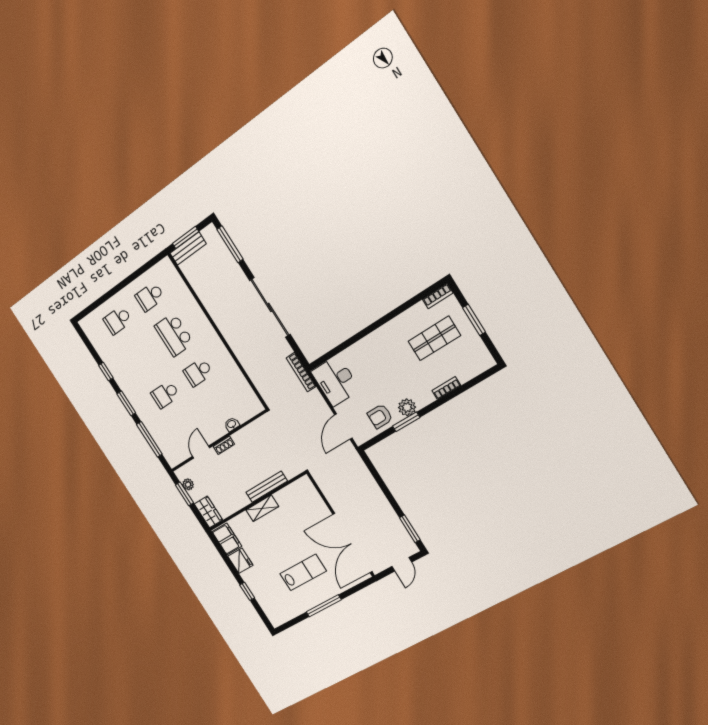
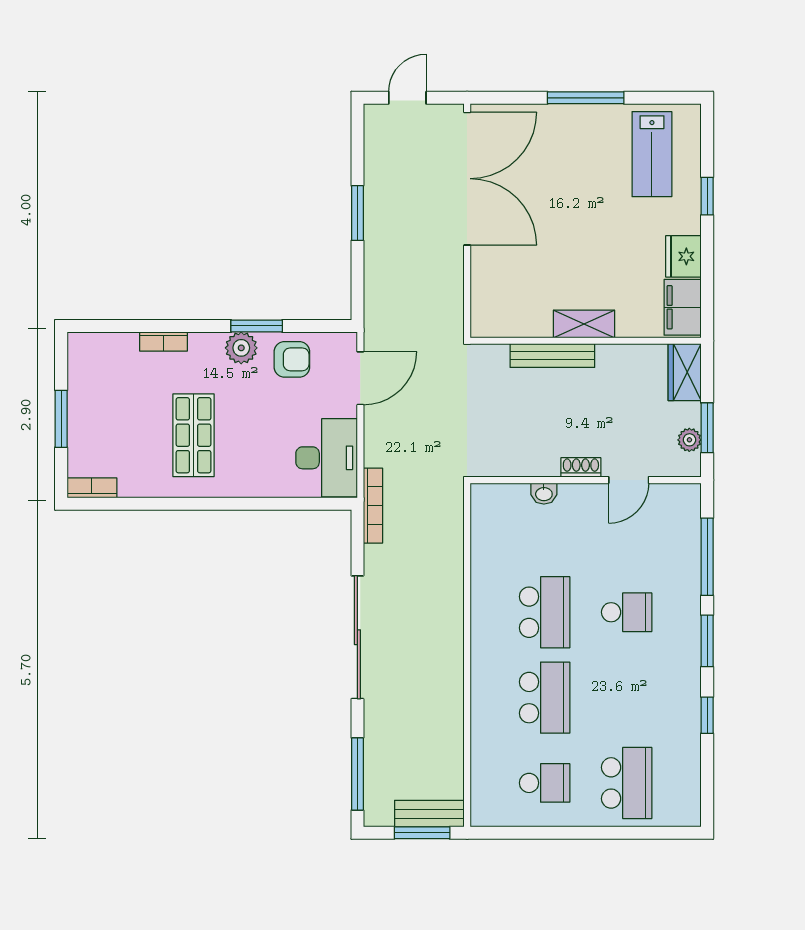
school desk: (118, 320) -> (627, 783), width x1.85
shop shelf: (434, 338) -> (193, 435), moved, turned 90
school desk: (198, 372) -> (545, 612), width x1.85
window: (410, 529) -> (357, 213), moved
lab bench: (303, 572) -> (652, 154), moved, turned -90

